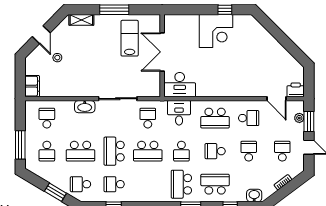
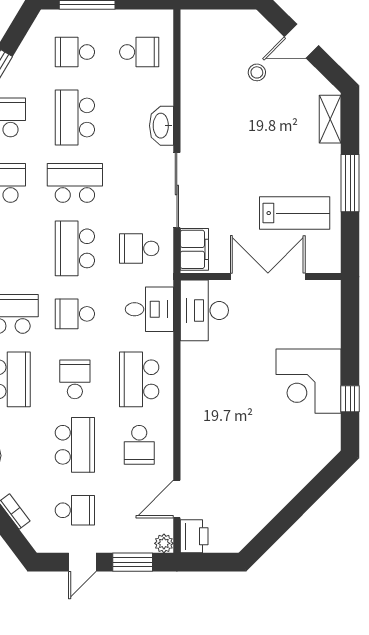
filing cabinet: (32, 86) -> (194, 249), moved, turned -90
school desk: (148, 118) -> (139, 248), turned 180
plant: (299, 118) -> (164, 543), moved
school desk: (249, 151) -> (75, 445), width x1.85

